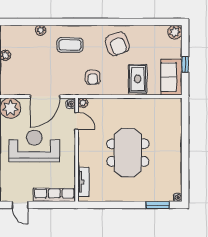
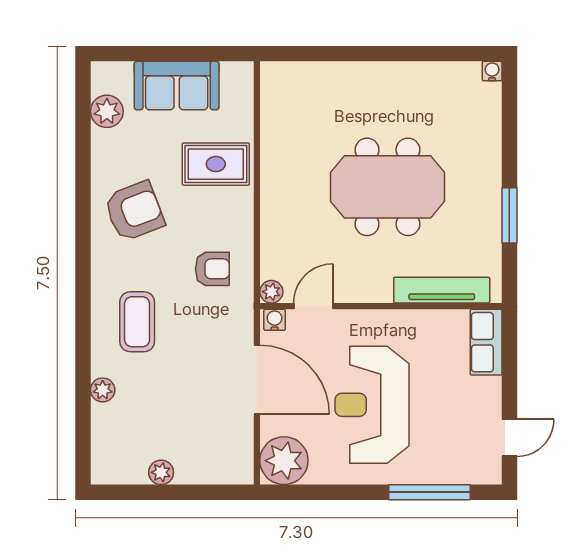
plant: (175, 32) -> (107, 111), moved
window: (185, 64) -> (182, 54), removed
sofa: (171, 77) -> (177, 86), moved
tv unit: (83, 182) -> (442, 290), width x1.41
row of seats: (54, 195) -> (486, 342), width x0.68
window: (157, 205) -> (509, 215), moved

